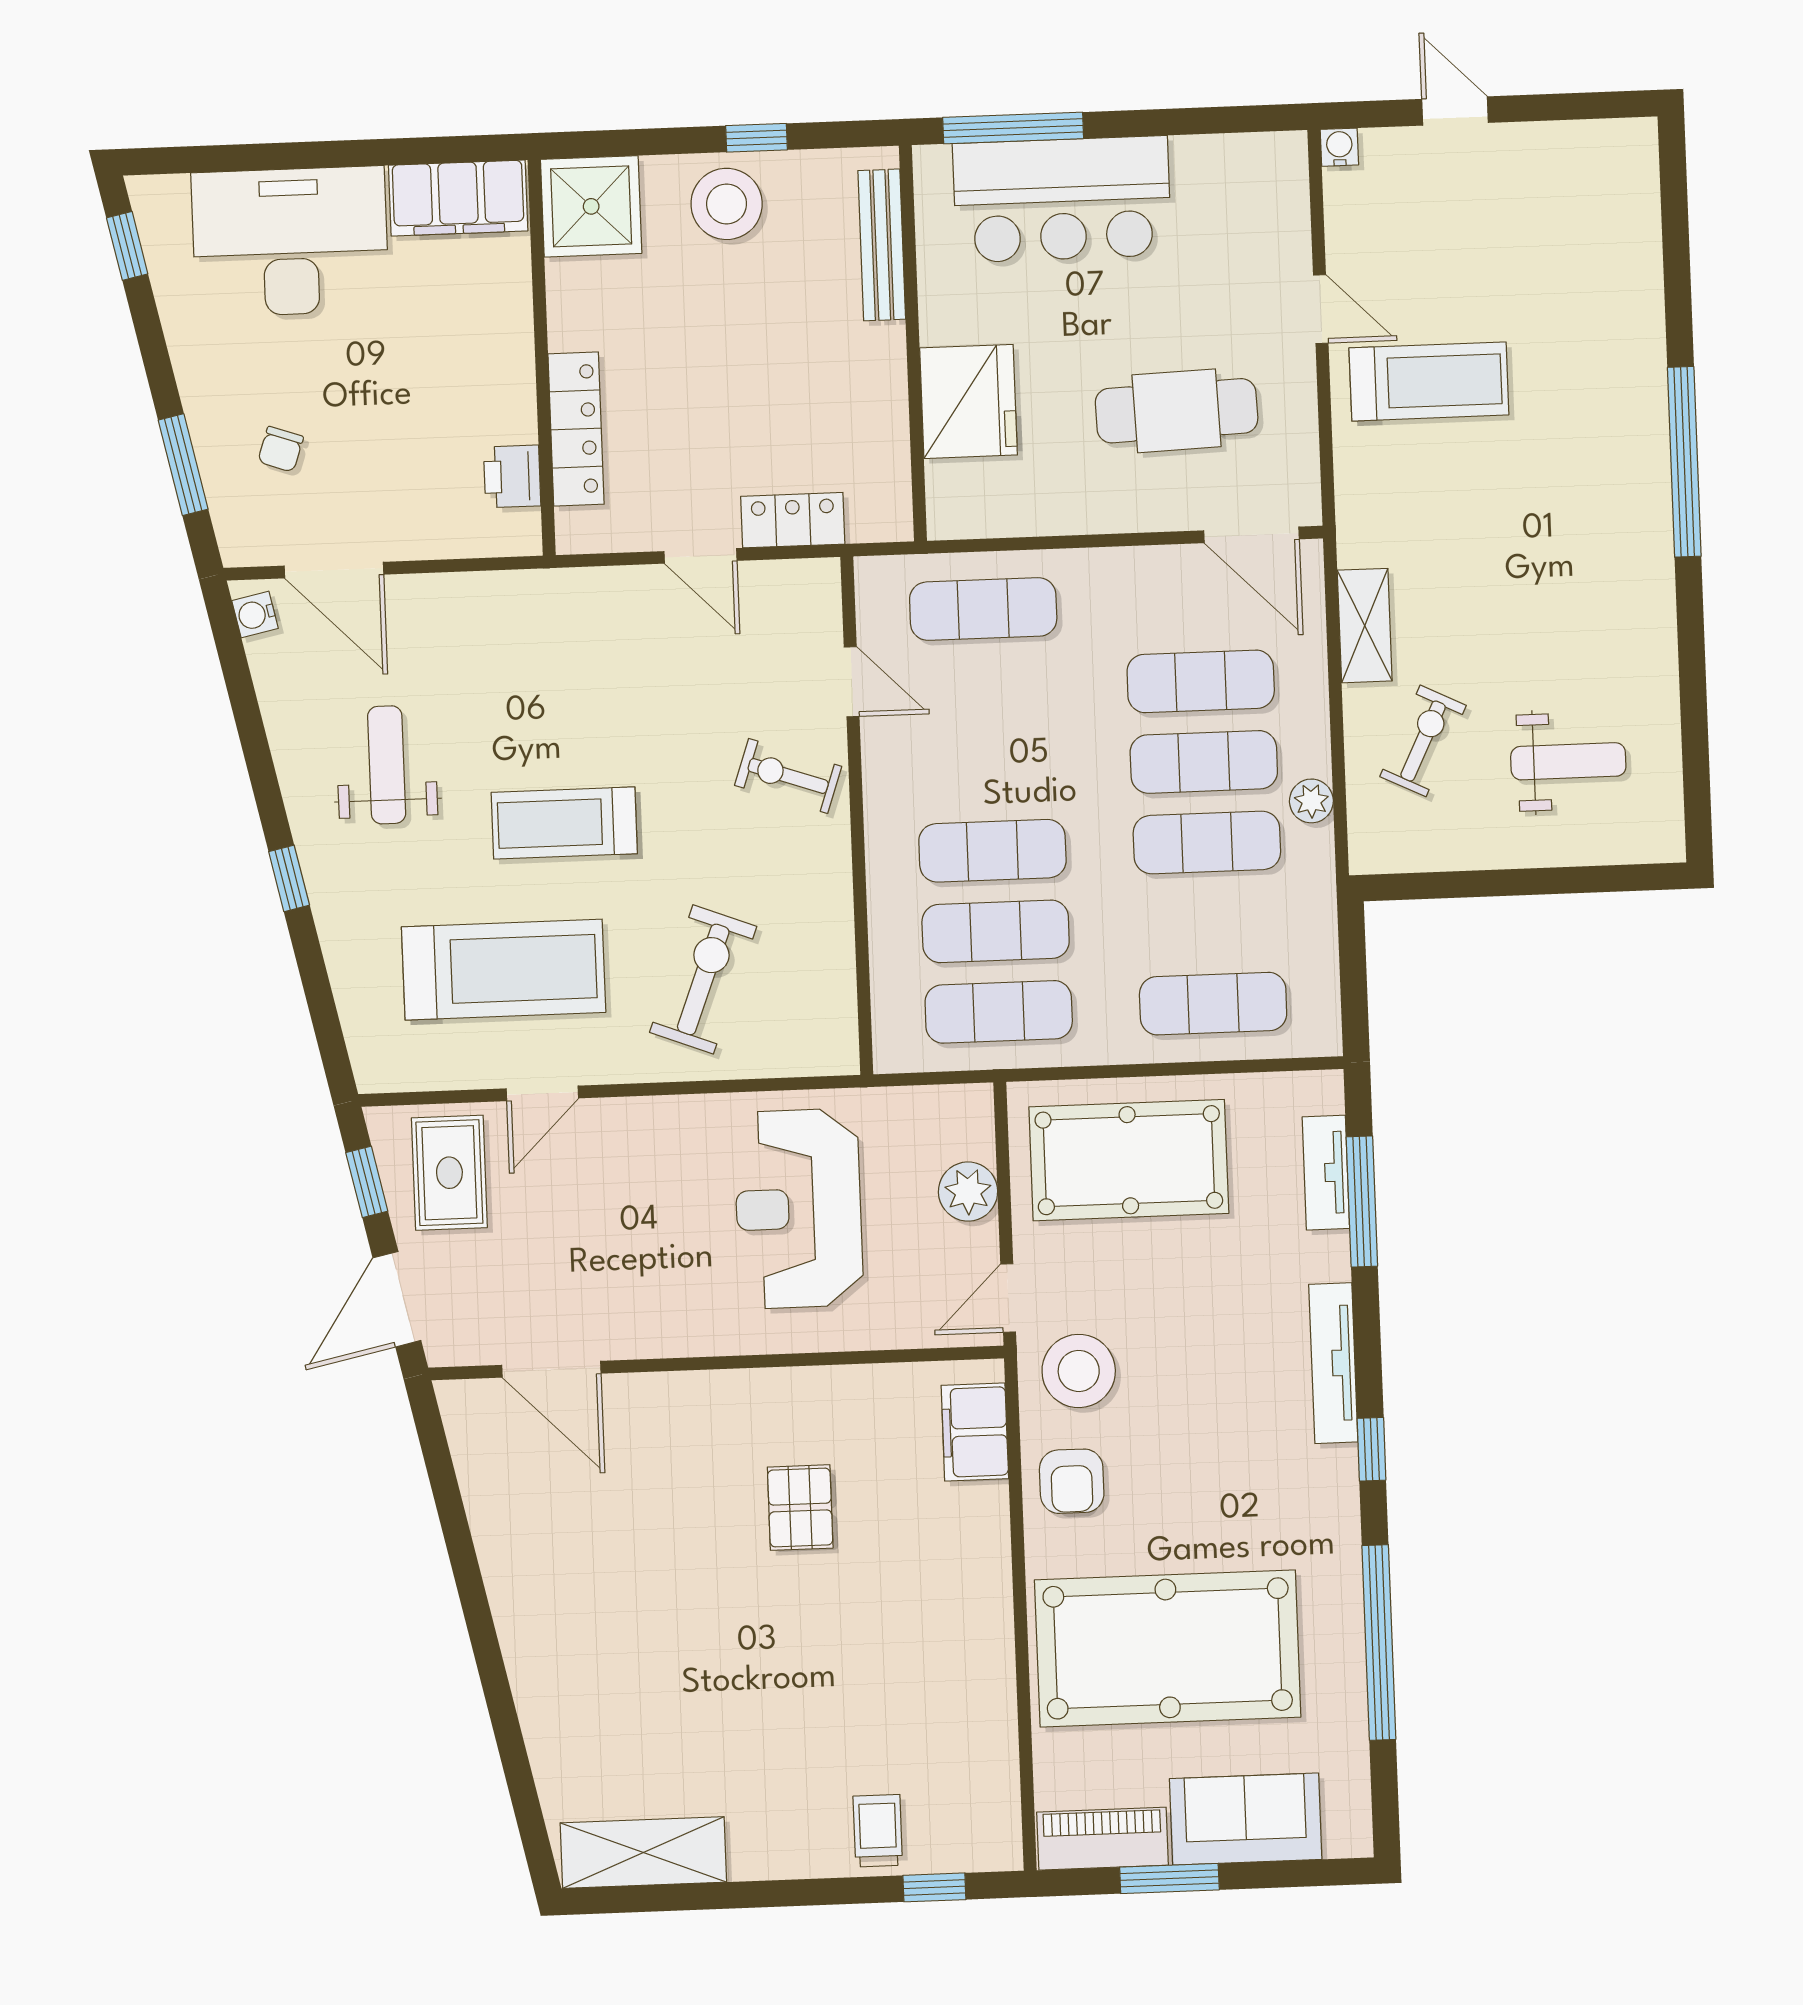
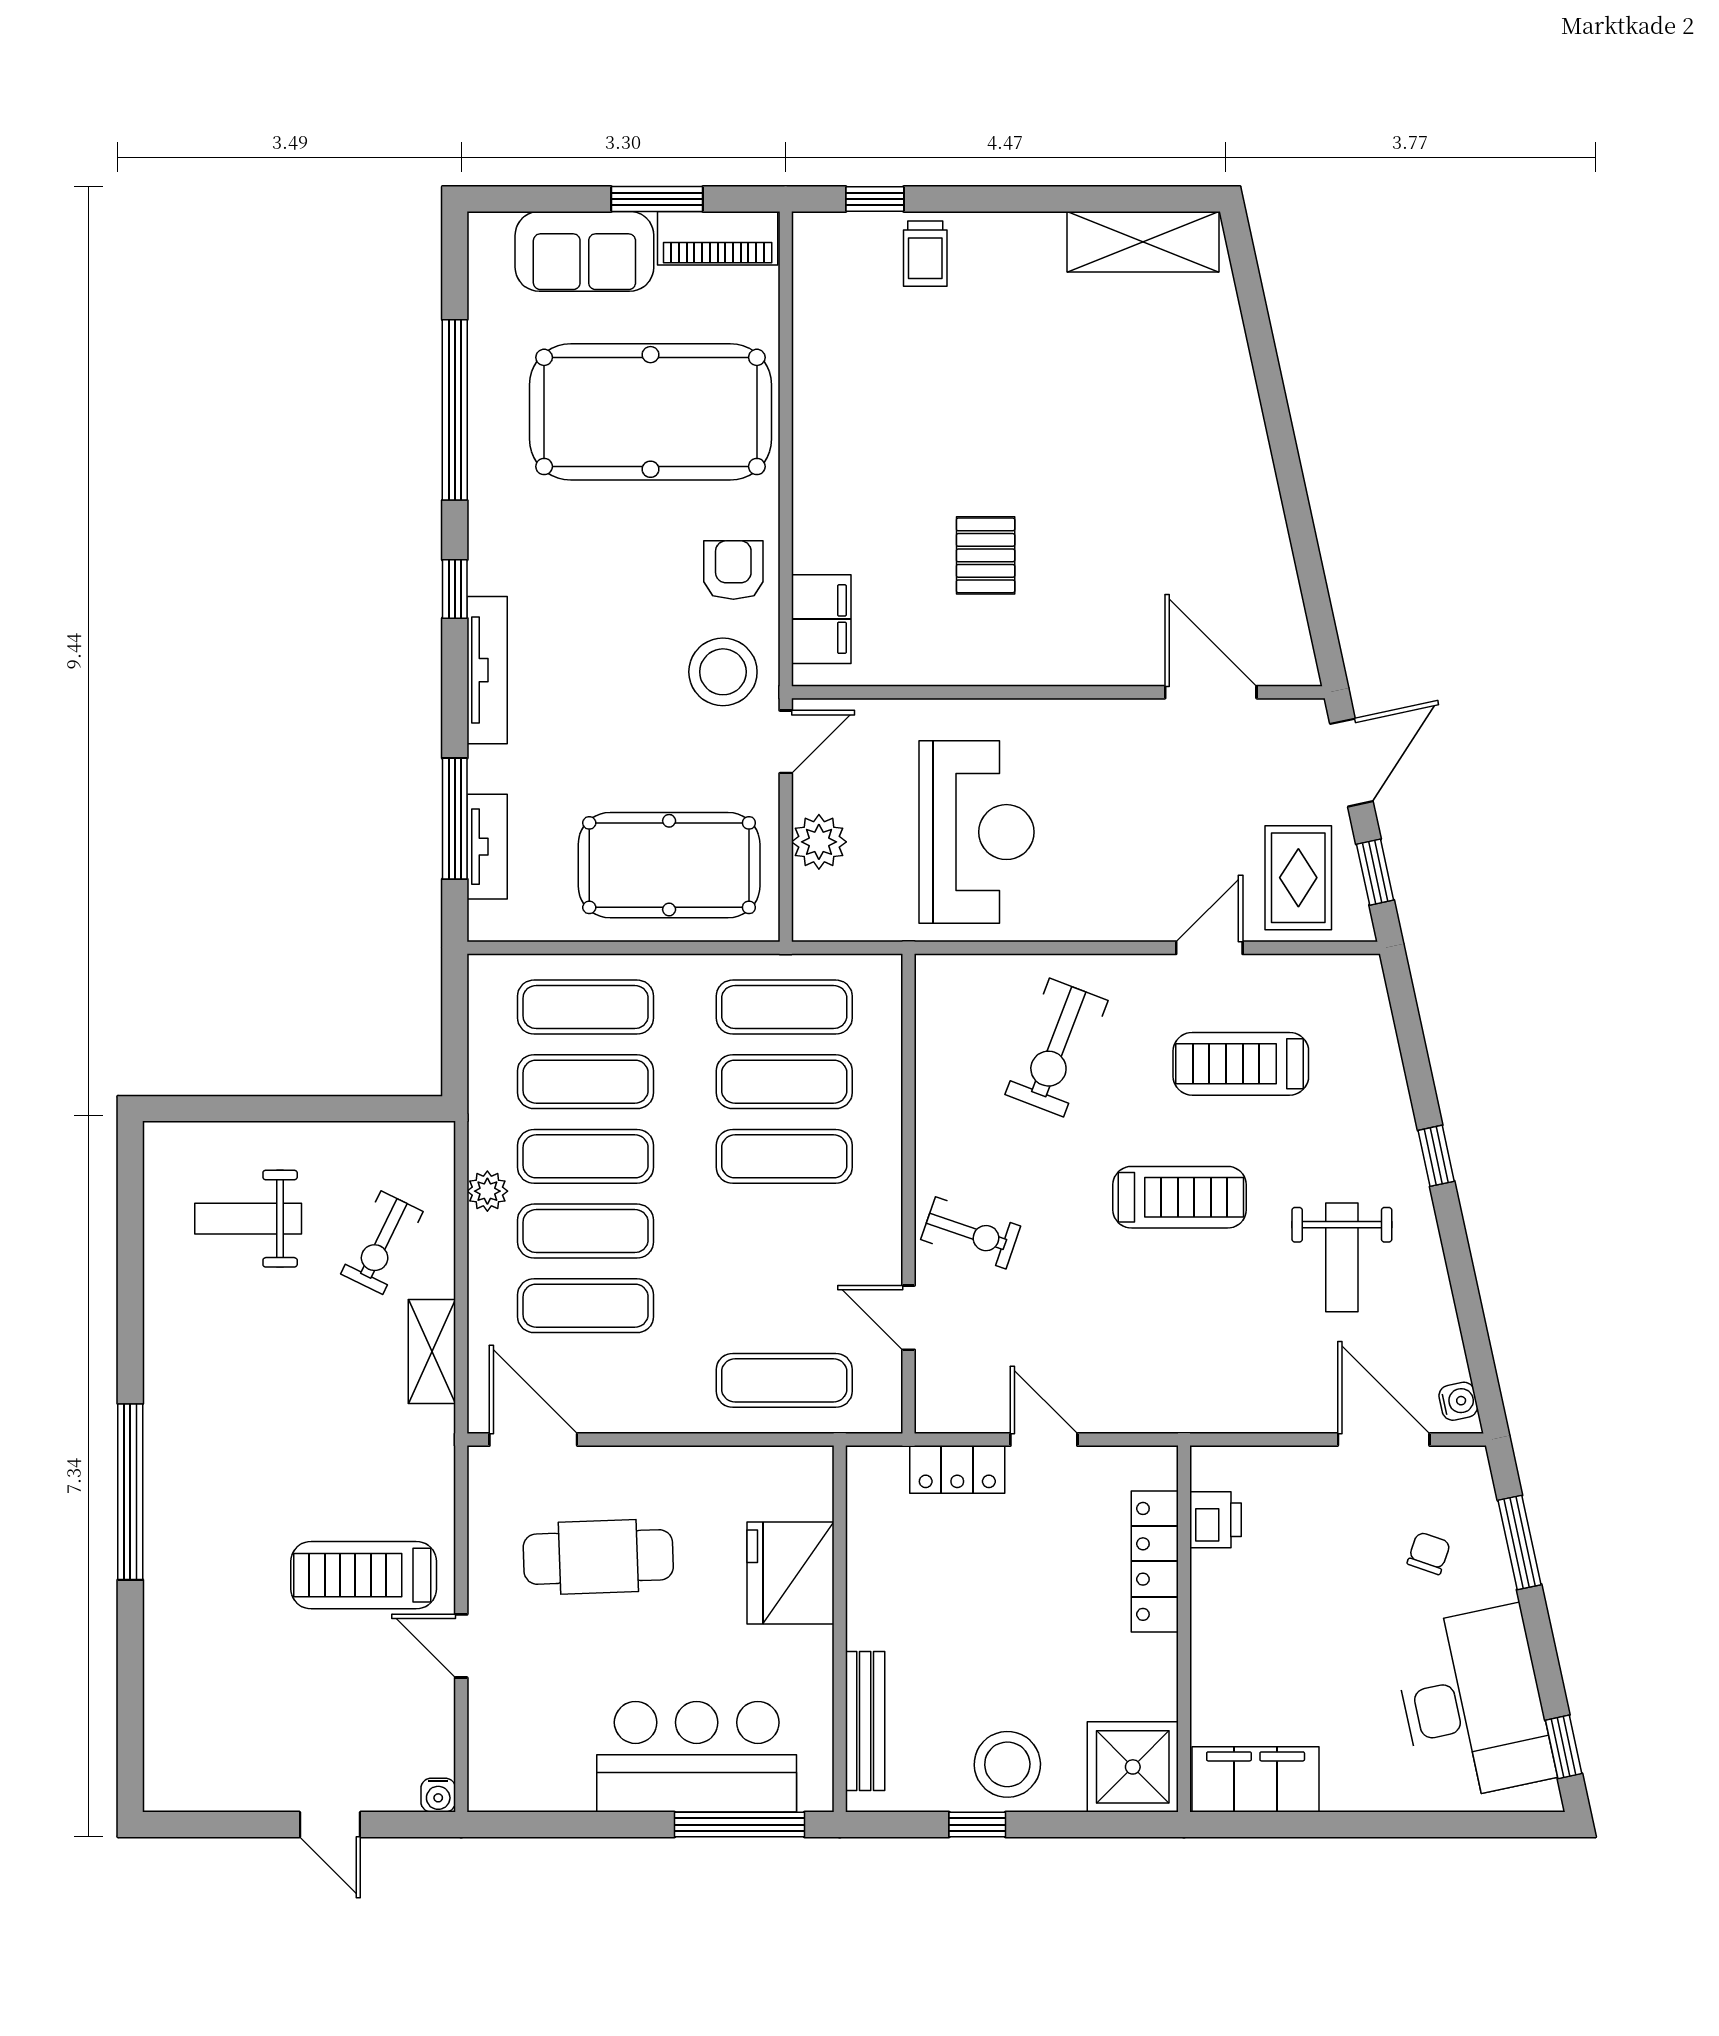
desk: (290, 242) -> (1473, 1704), moved, turned -102
exercise mat: (1210, 923) -> (586, 1082), added
treadmill: (504, 970) -> (1241, 1064), width x0.73, depth x0.73

